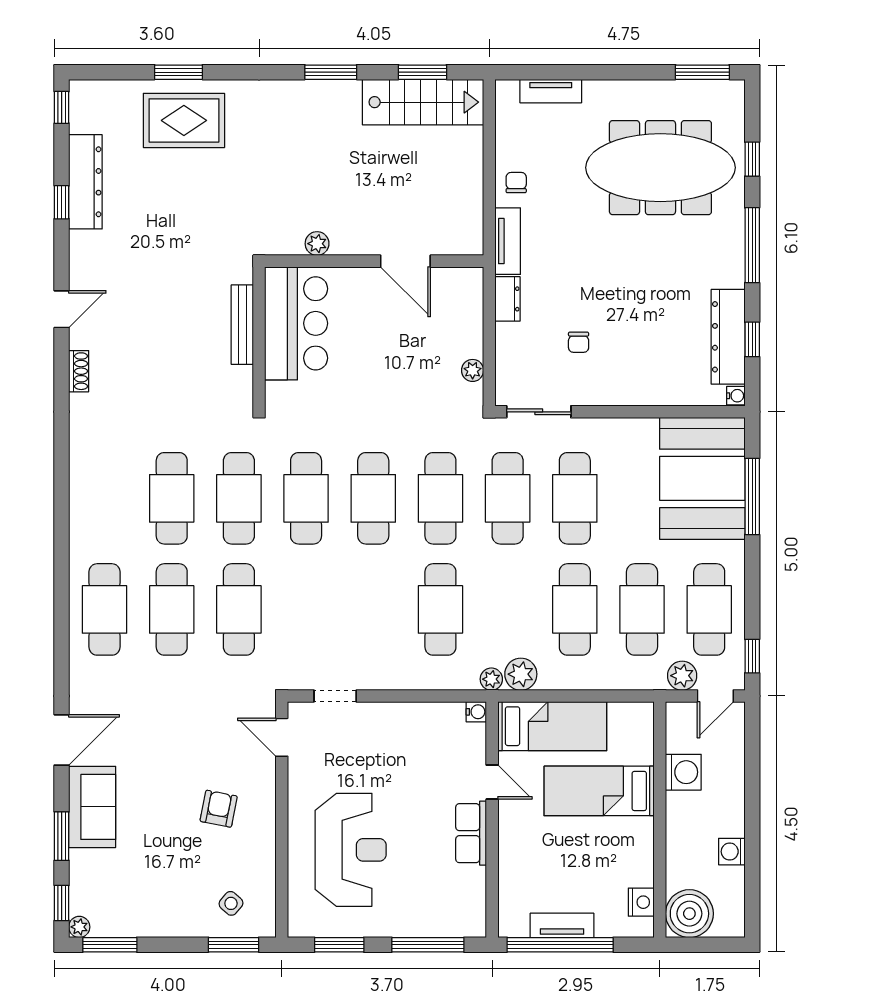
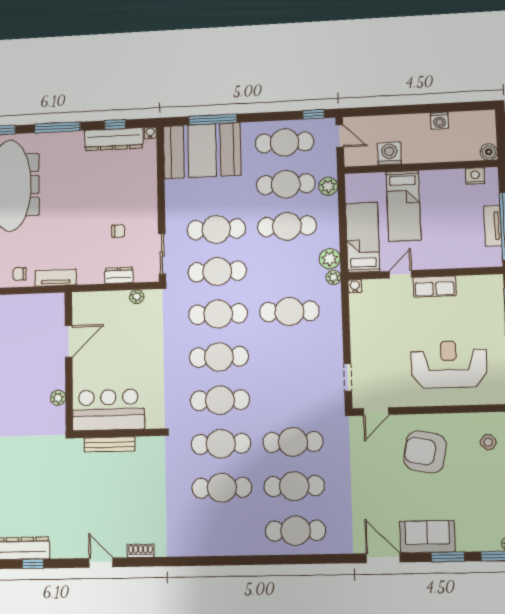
dresser: (507, 299) -> (119, 275), moved
plant: (682, 676) -> (328, 186), moved
armchair: (219, 809) -> (425, 452), width x1.88, depth x1.88
boiler: (689, 914) -> (489, 152), width x0.54, depth x0.54

